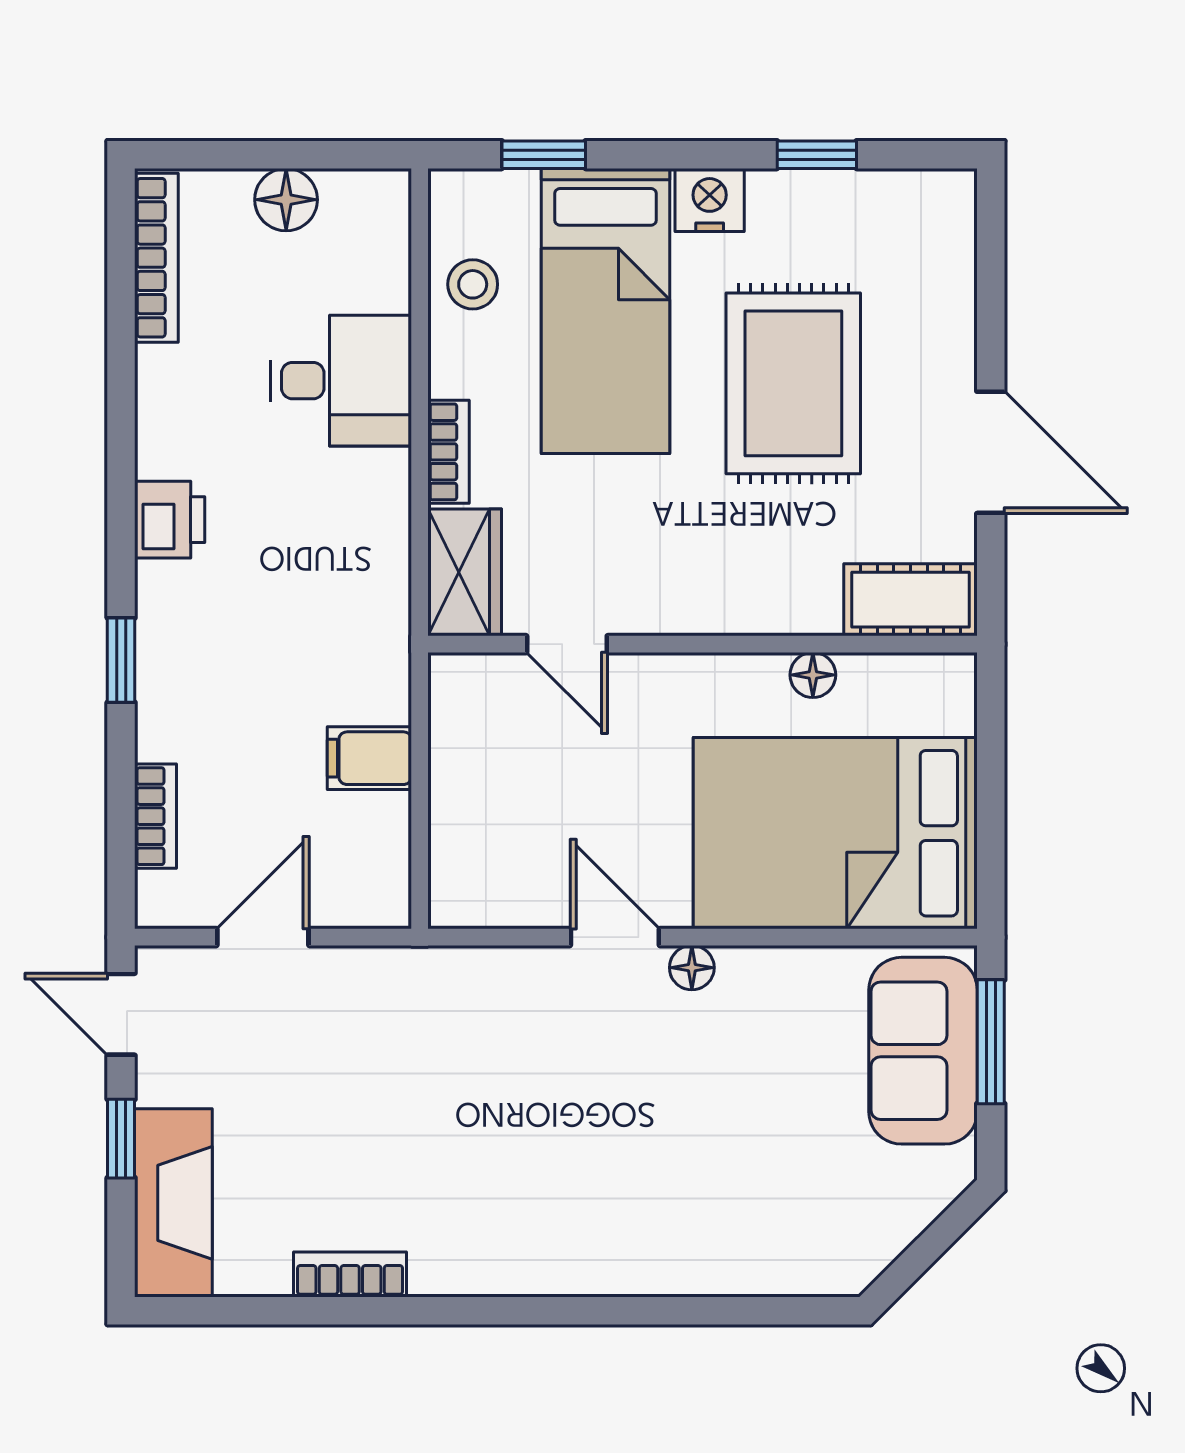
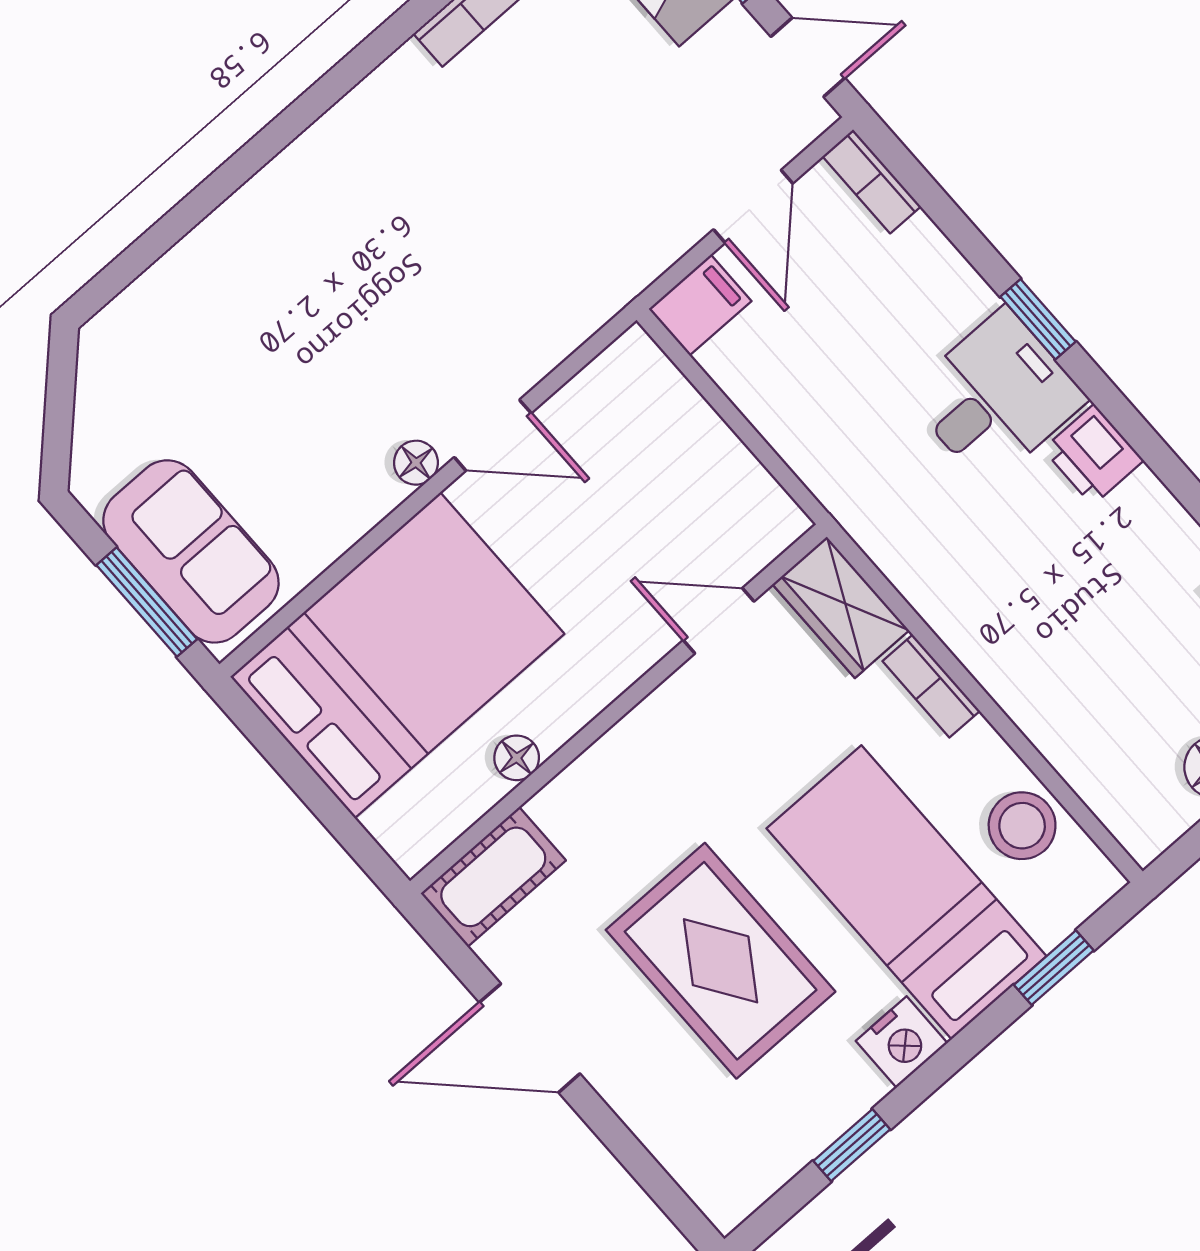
stool: (473, 284) -> (1022, 826), width x1.37, depth x1.37
desk: (341, 381) -> (996, 397), moved, turned 180
filing cabinet: (369, 758) -> (700, 305), moved
bookcase: (156, 816) -> (872, 181), moved

